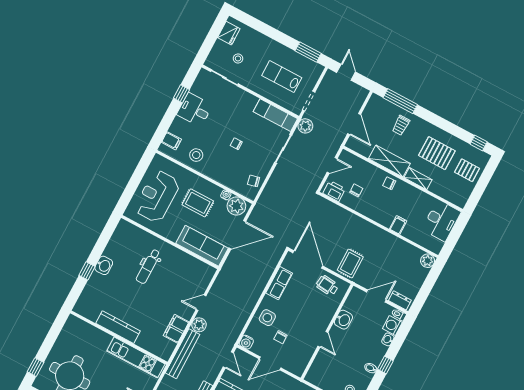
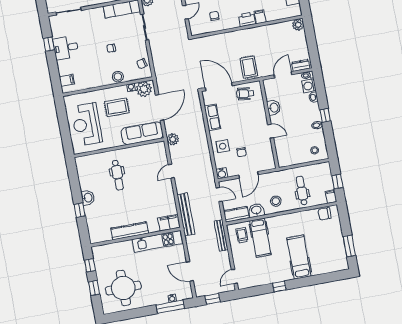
stool: (196, 155) -> (118, 77), moved
printer: (334, 191) -> (247, 19), moved
plant: (199, 325) -> (173, 139), moved
filing cabinet: (176, 329) -> (169, 223), moved, turned 90
window: (55, 330) -> (90, 265), added
window: (36, 367) -> (94, 288), moved

